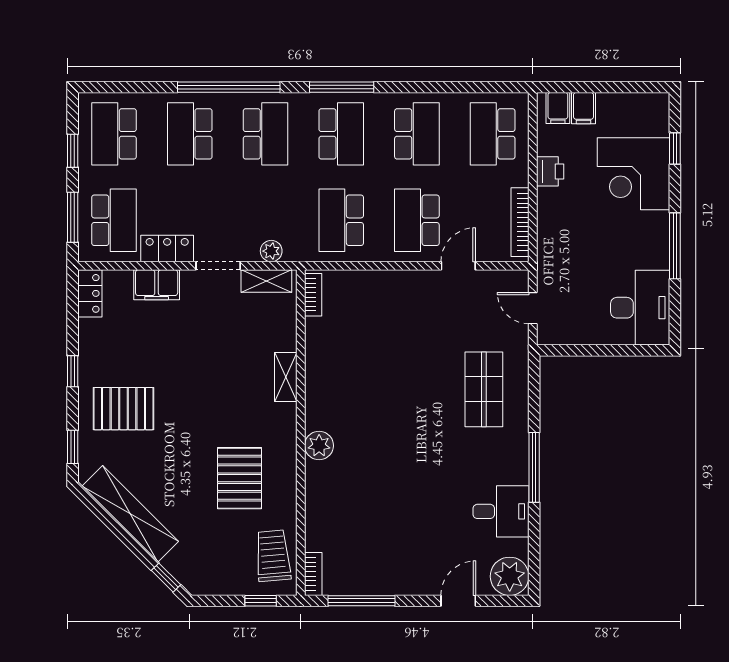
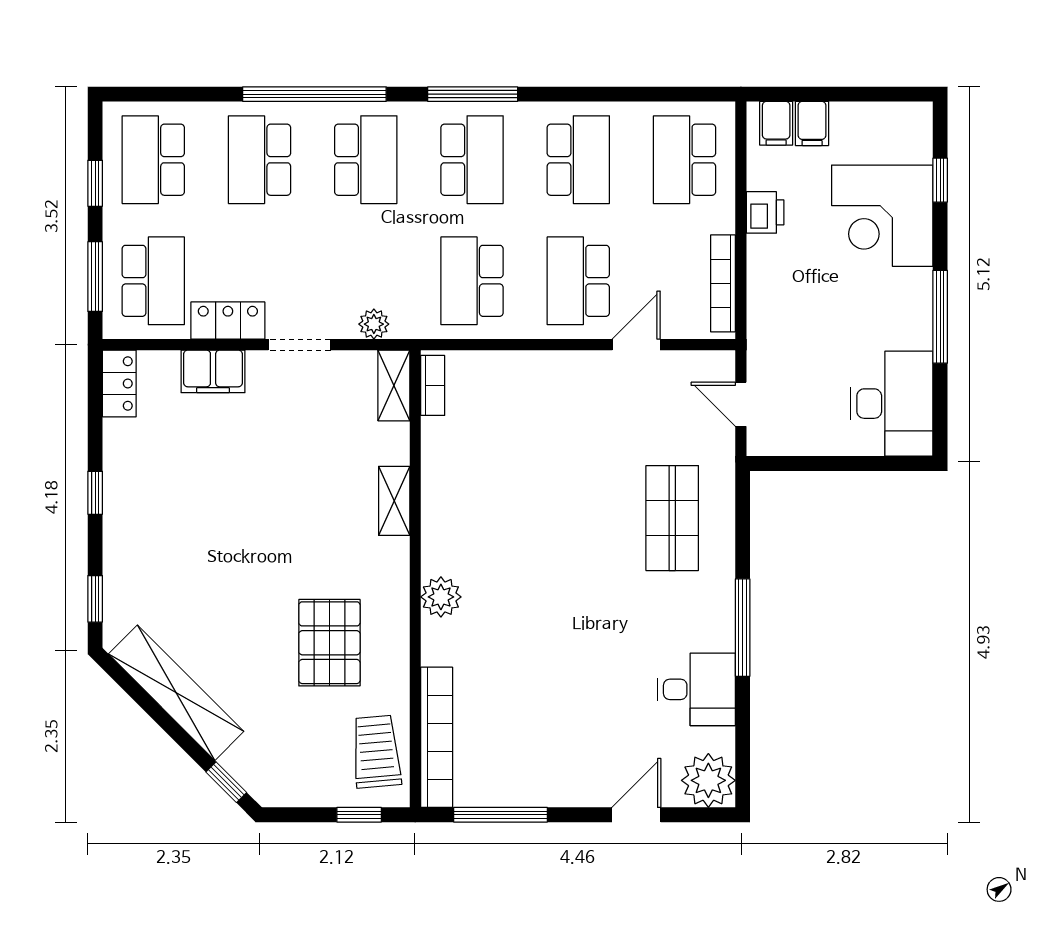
shelving: (266, 281) -> (394, 385), moved, turned 90
pallet: (124, 409) -> (167, 545), removed
bookcase: (313, 574) -> (437, 737), width x2.31, depth x1.31

